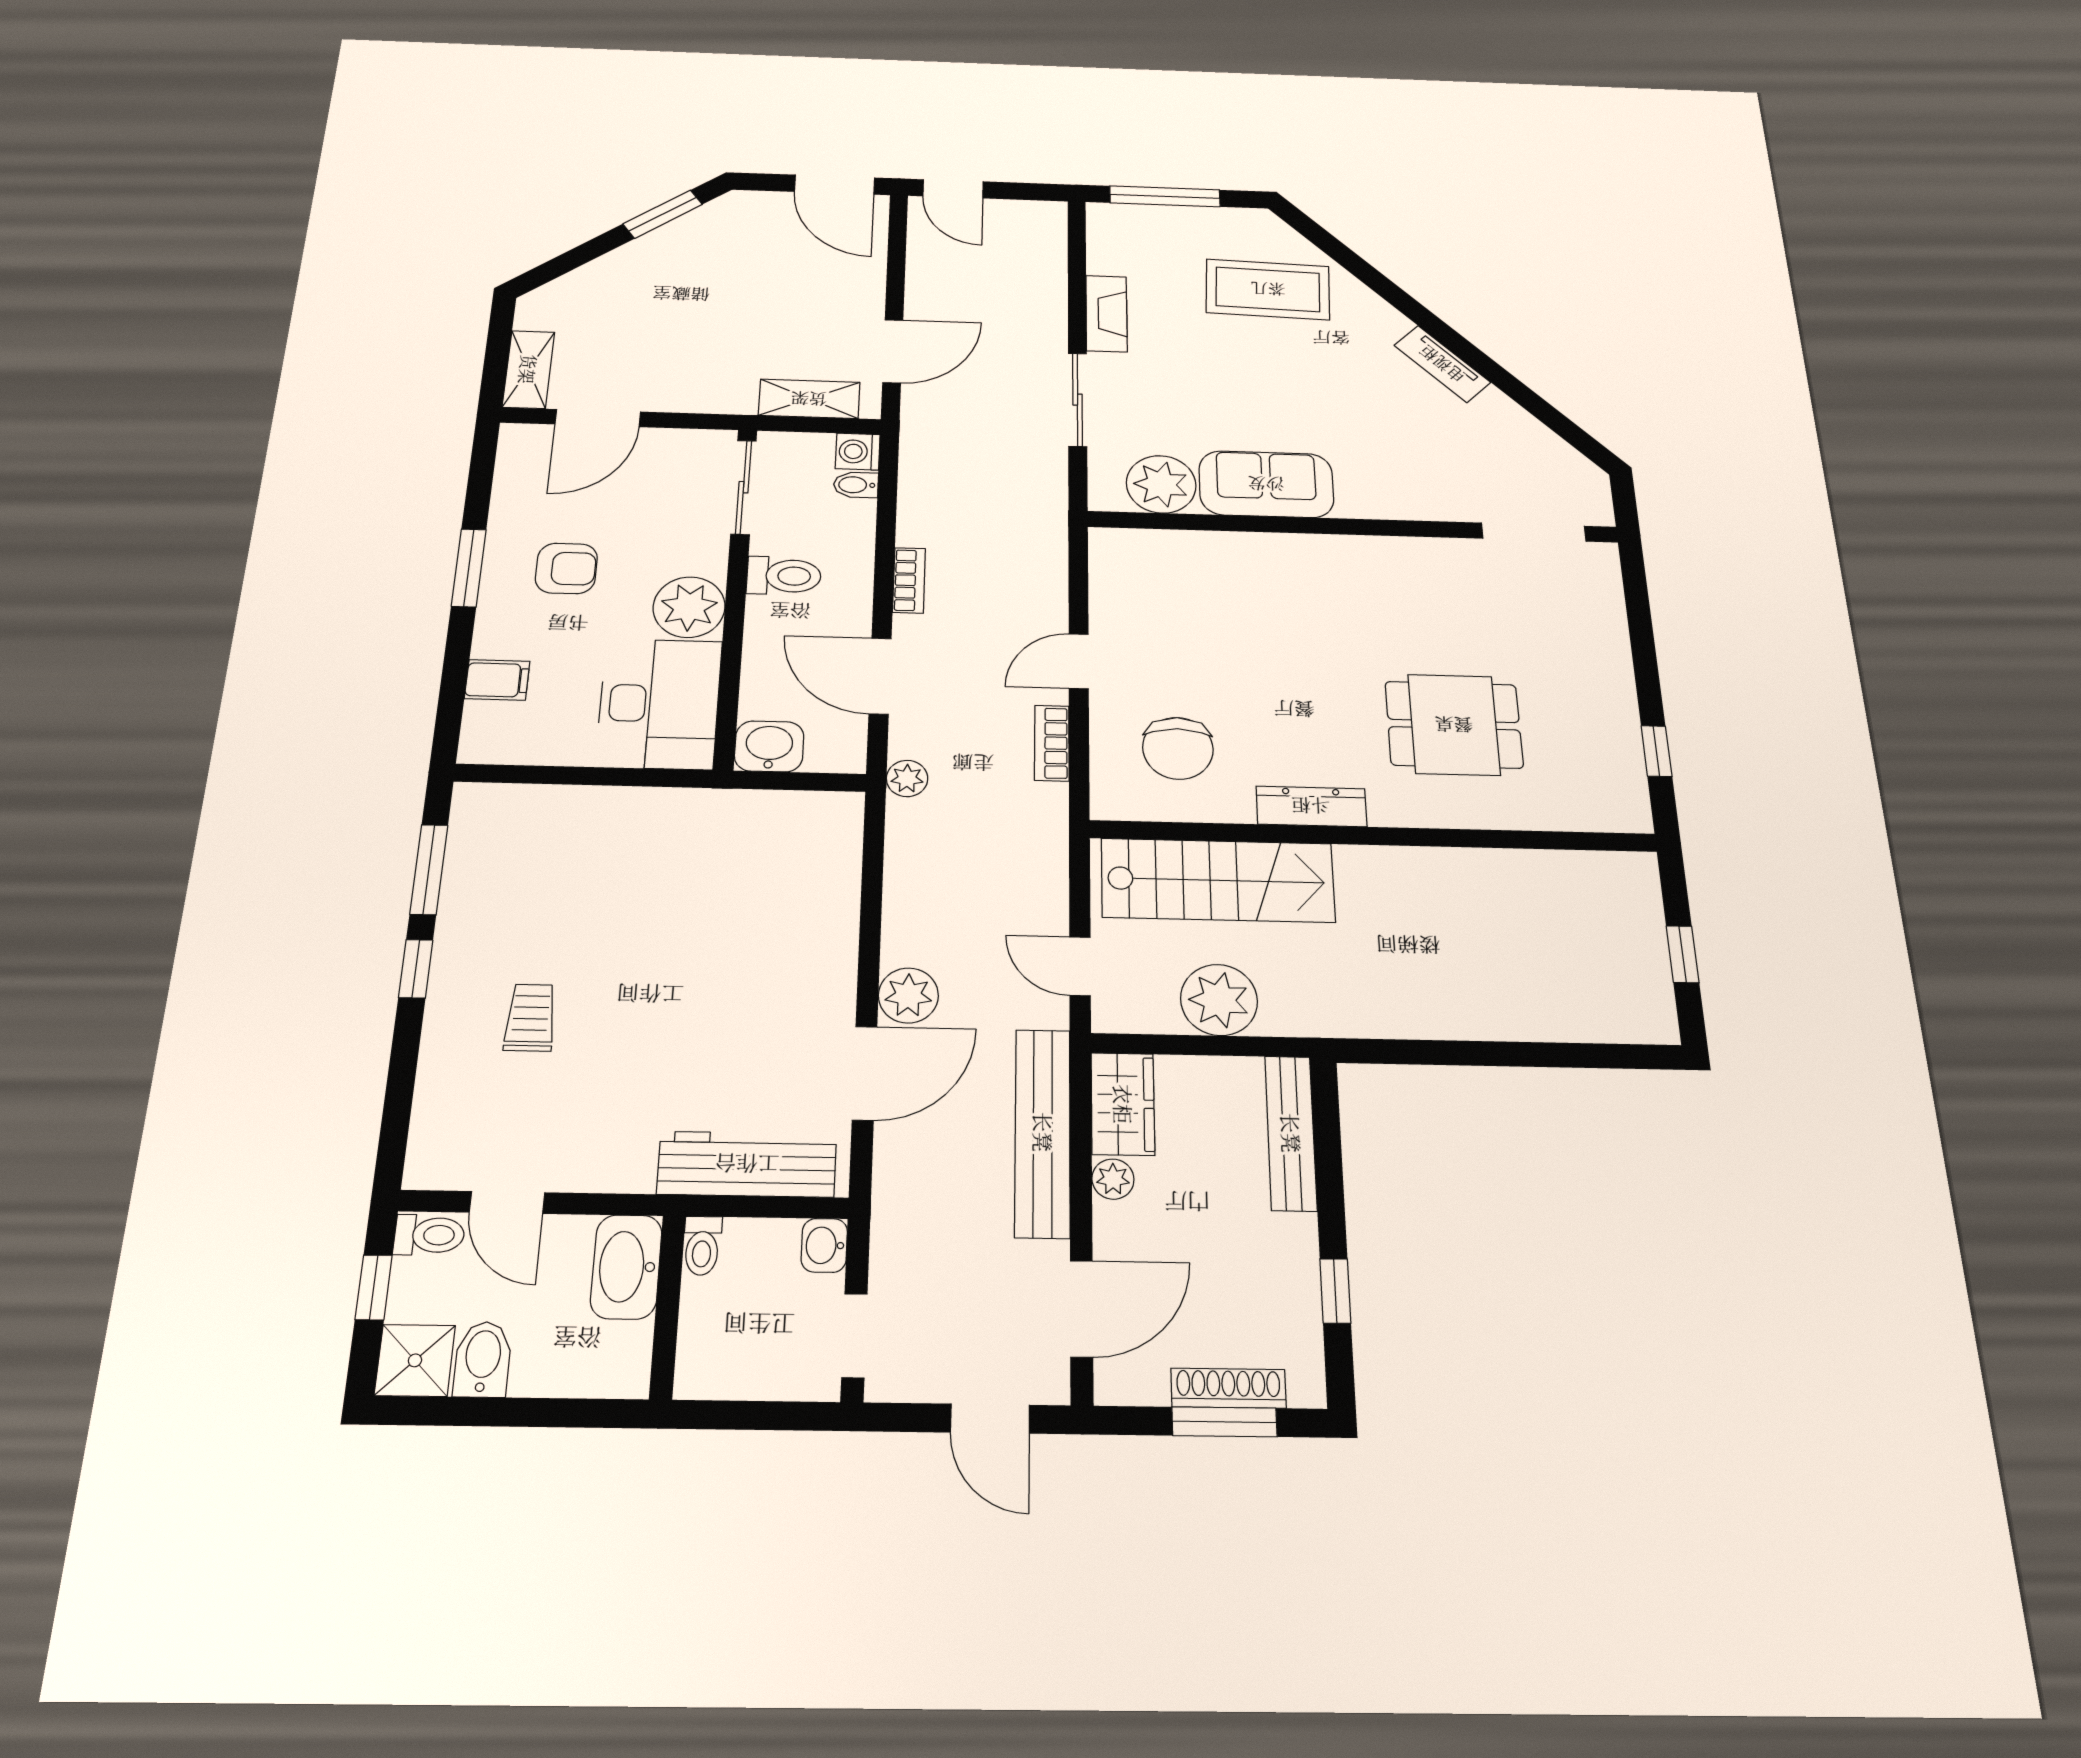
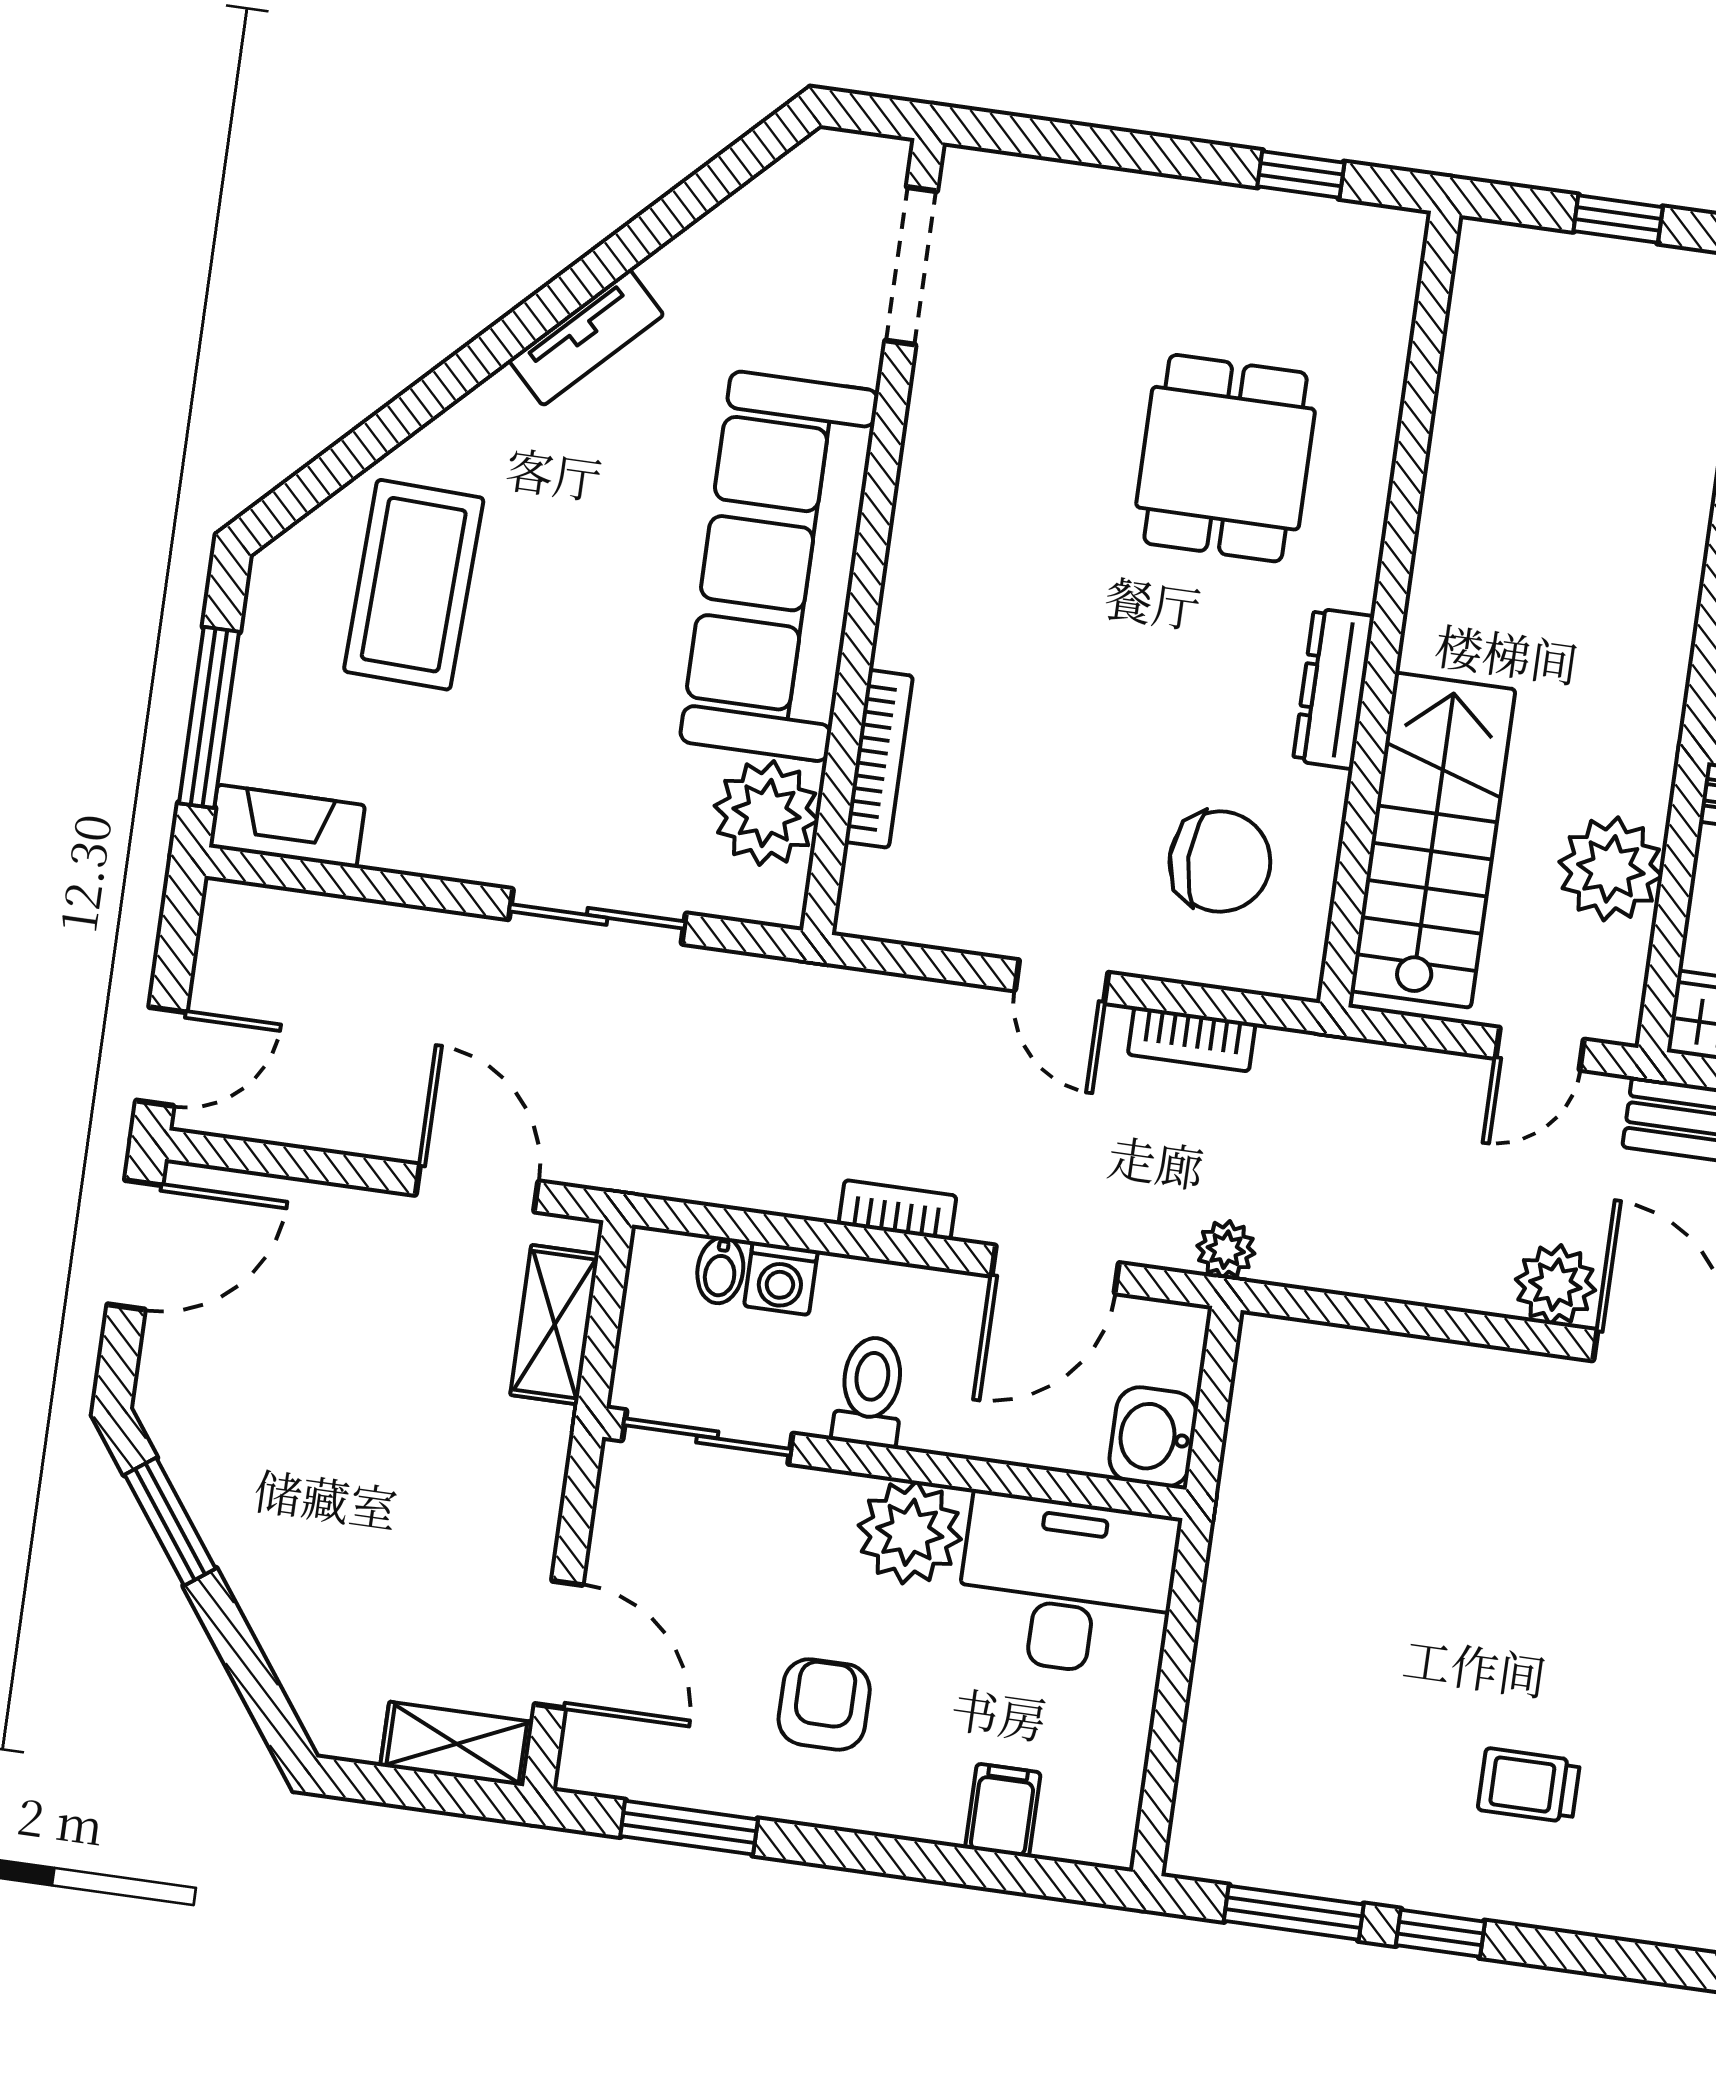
fireplace: (1106, 314) -> (287, 826), moved
washing machine: (858, 452) -> (781, 1278), moved
sofa: (1266, 484) -> (779, 566), width x1.85, depth x1.27
bookcase: (1209, 543) -> (879, 759), added
window: (469, 568) -> (689, 1828), moved

